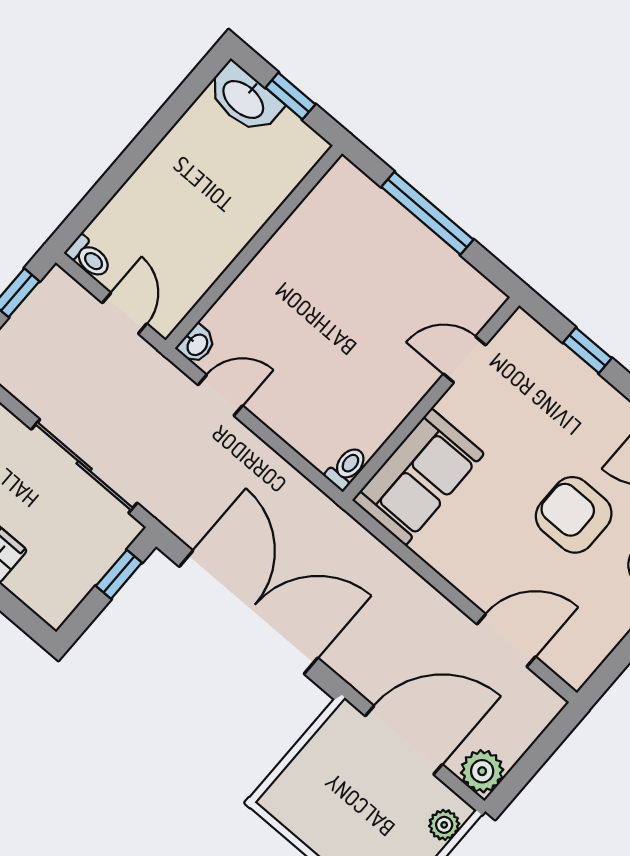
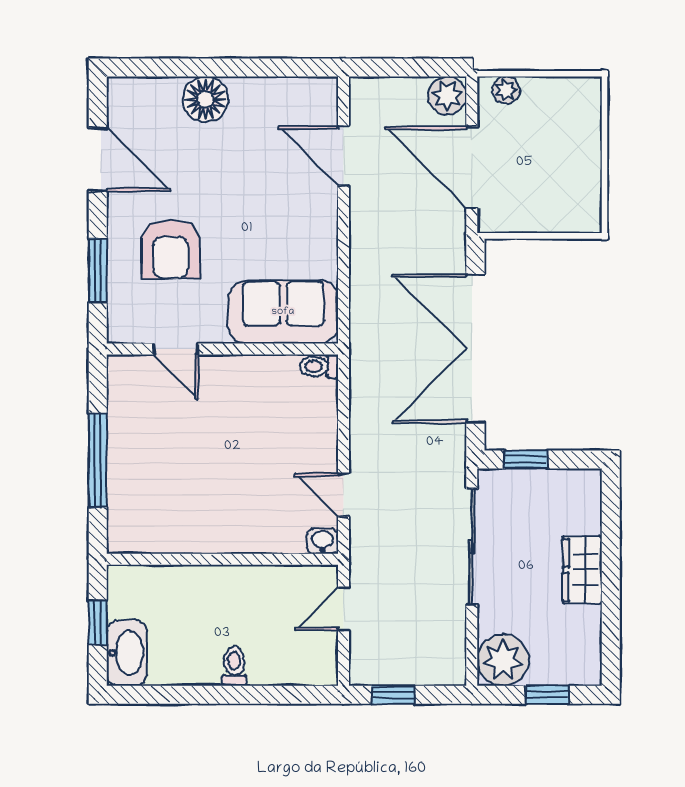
toilet: (89, 257) -> (234, 666), moved
window: (587, 350) -> (98, 270), width x1.50
armchair: (574, 515) -> (171, 249), moved

